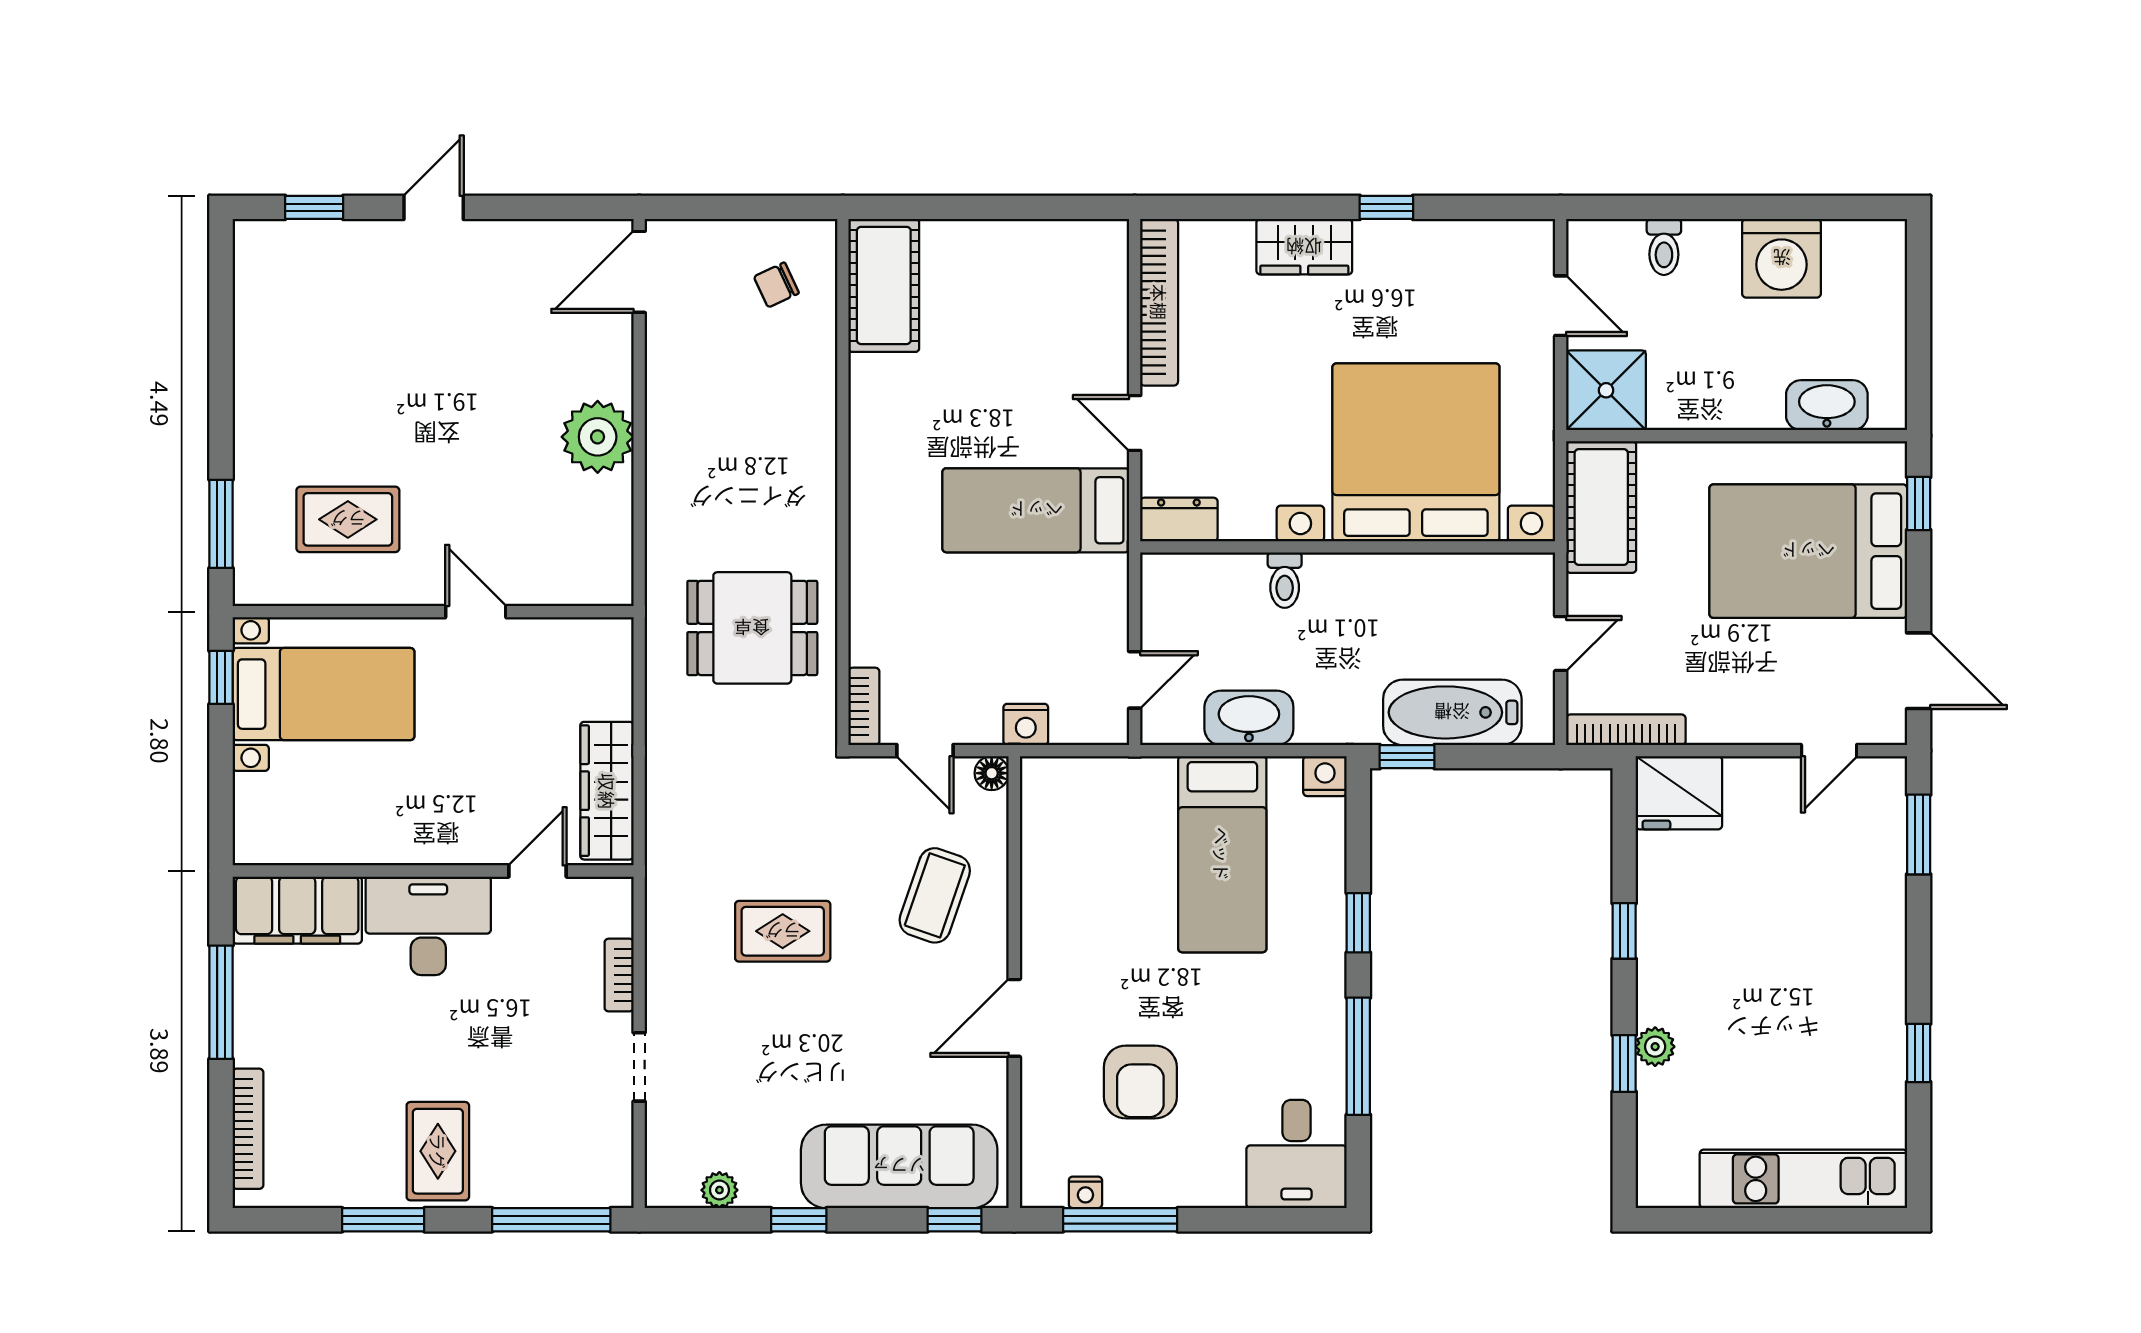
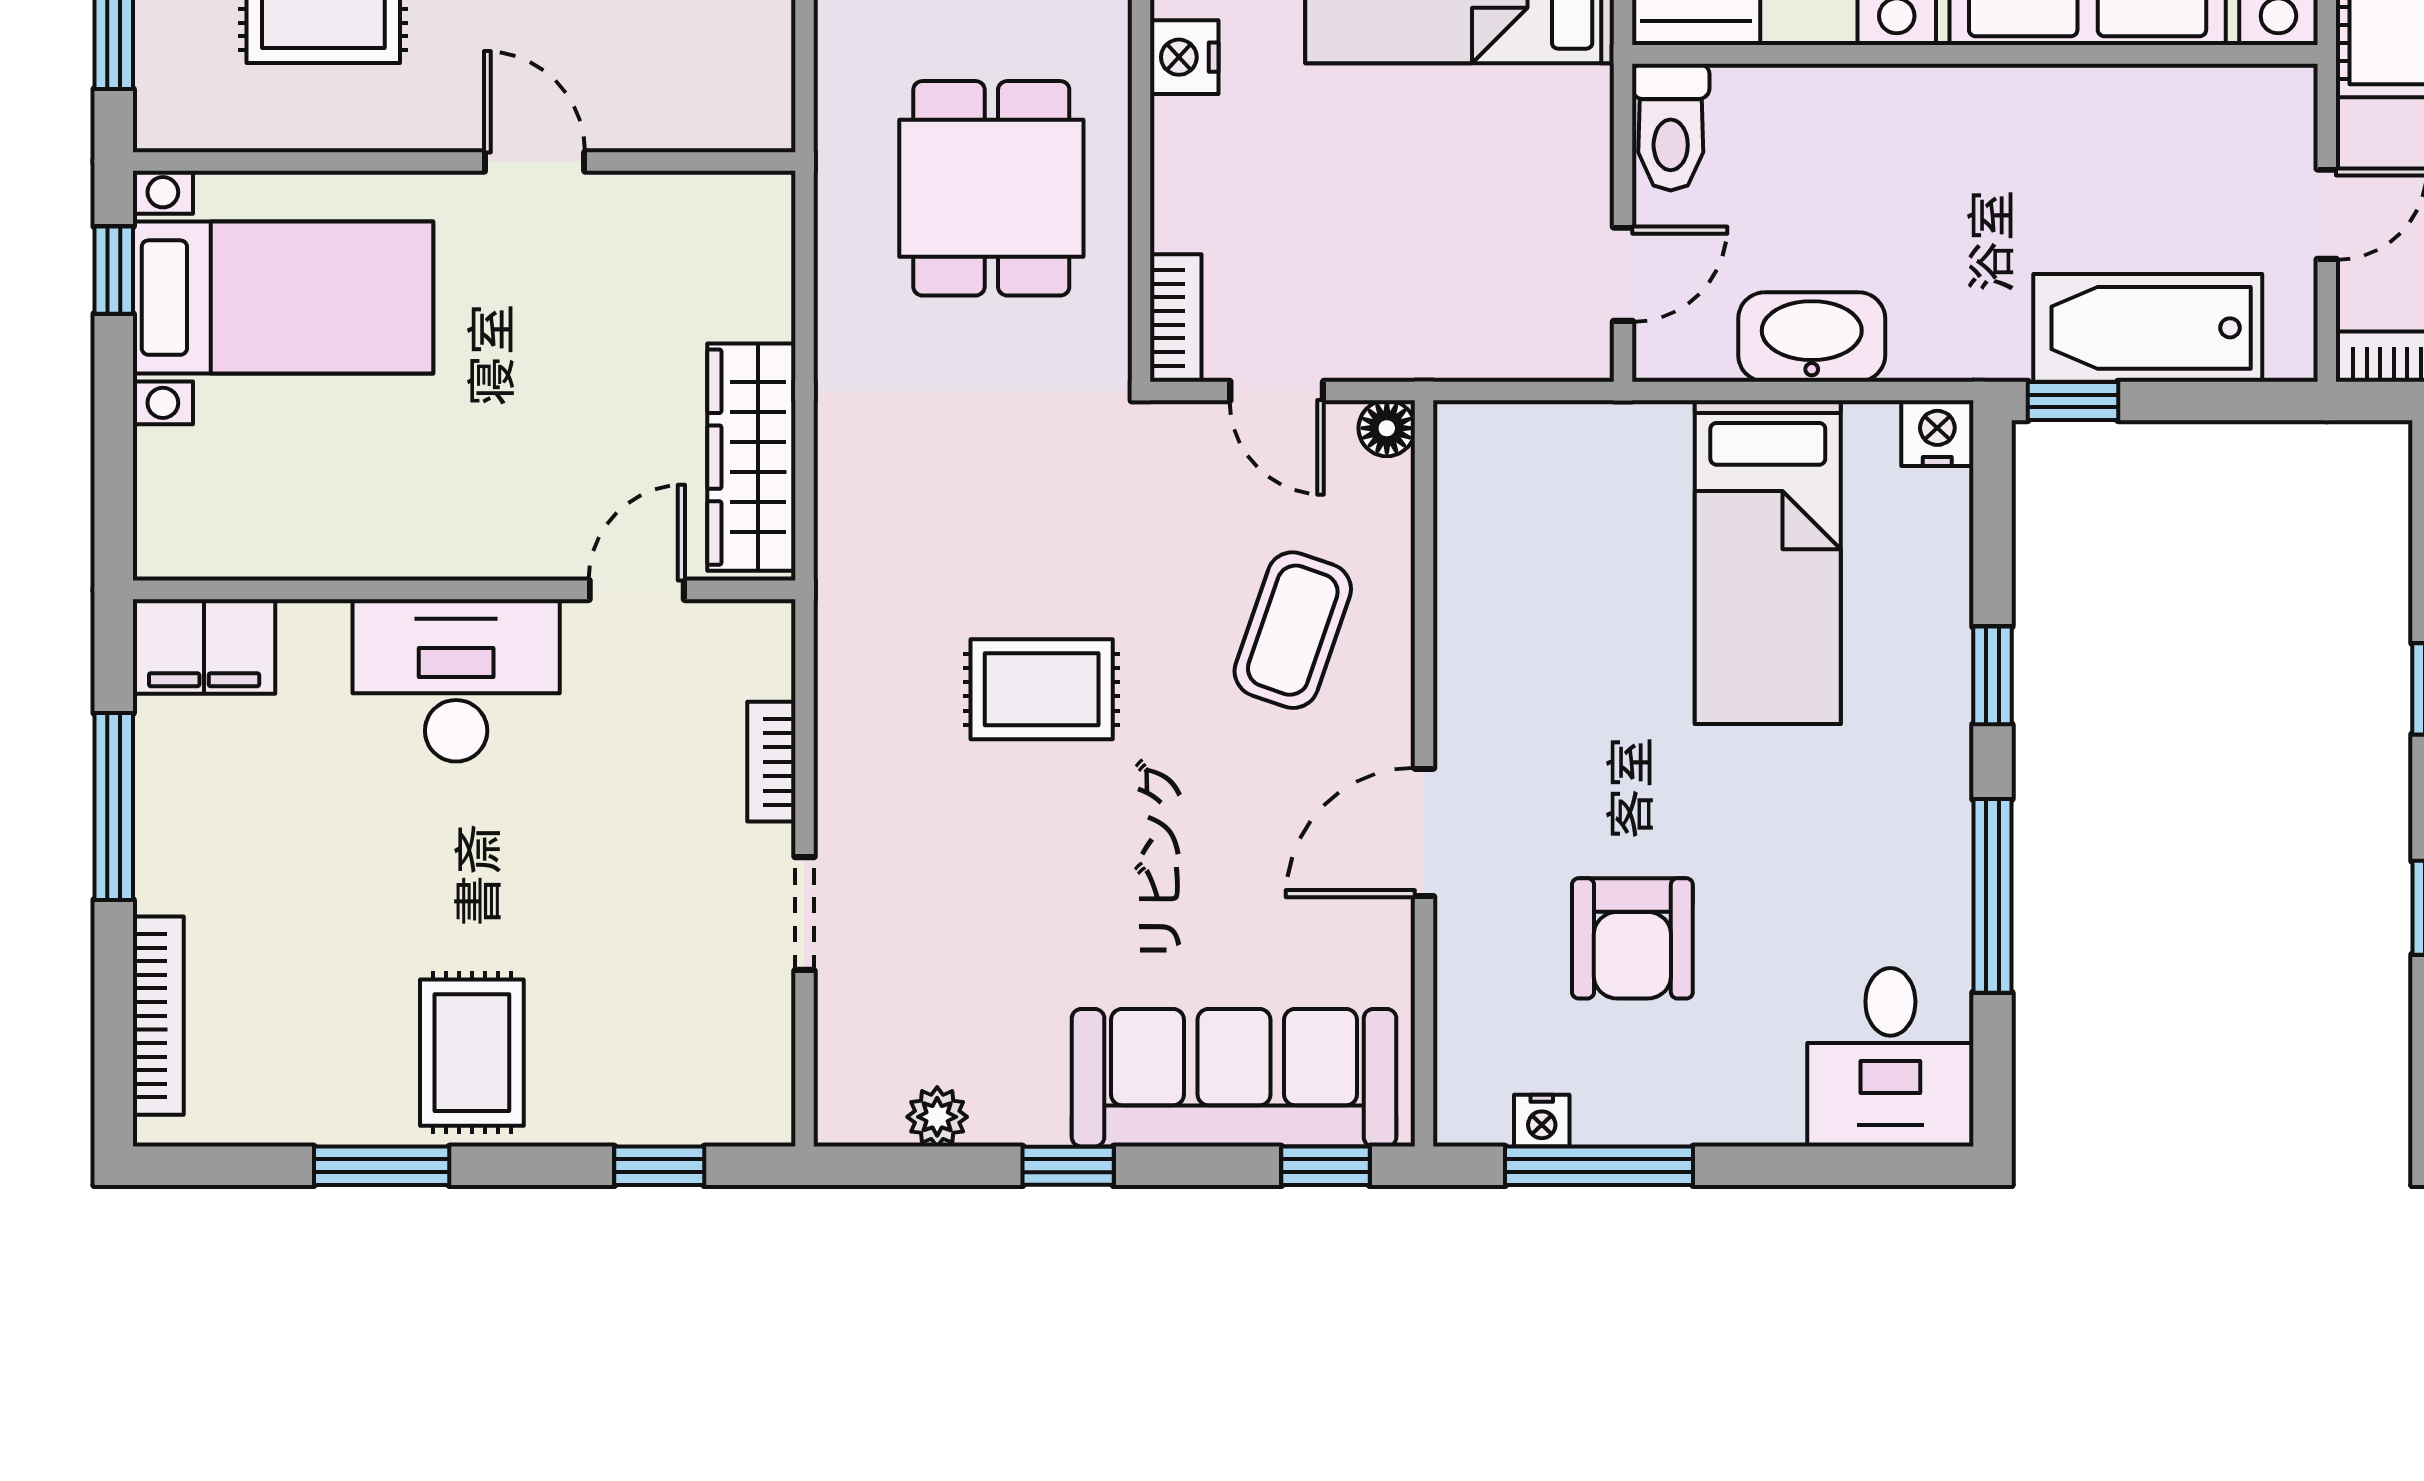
toilet: (1285, 580) -> (1671, 127), moved, width x1.37, depth x1.39
dining table: (752, 628) -> (991, 188), turned 90
nightstand: (1026, 724) -> (1184, 57), moved, turned 90
filing cabinet: (297, 910) -> (204, 646), width x0.67, depth x0.86
window: (551, 1220) -> (659, 1166), width x0.46

